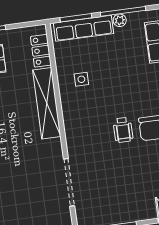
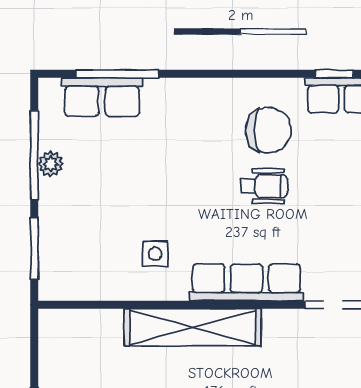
row of seats: (84, 28) -> (247, 282), moved, turned -90
locker: (41, 51) -> (89, 325), removed

